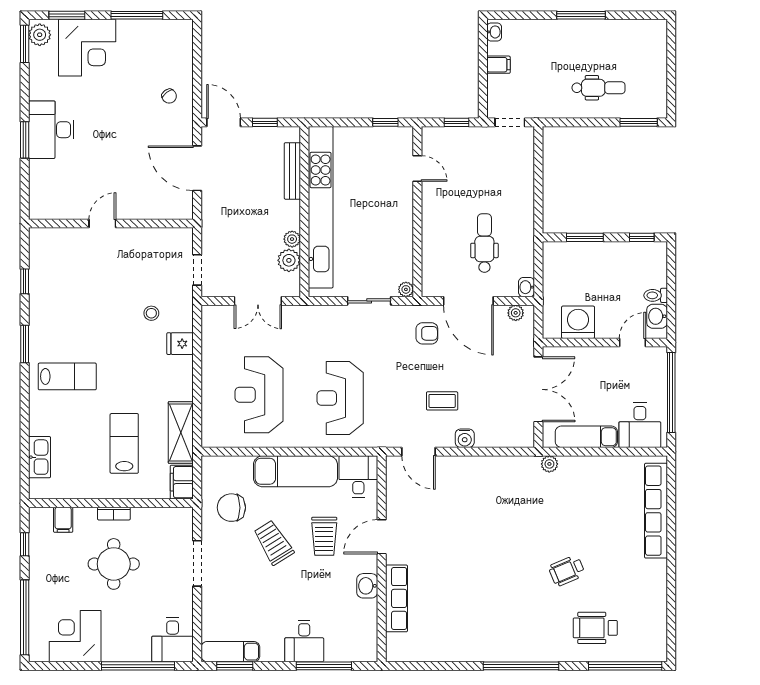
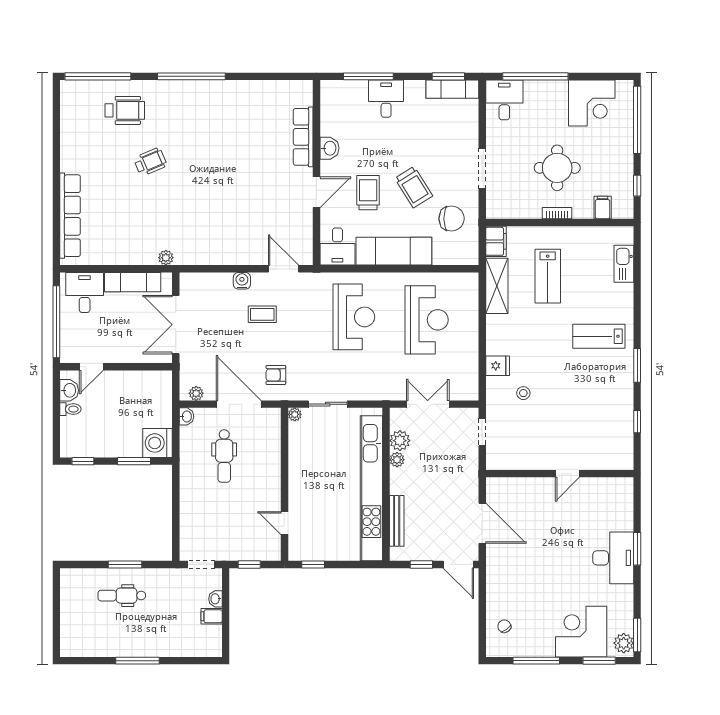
washbasin: (494, 32) -> (215, 599), moved
chair: (169, 96) -> (504, 626), moved
window: (639, 122) -> (125, 564), moved
washing machine: (578, 322) -> (158, 443), moved, turned 90

